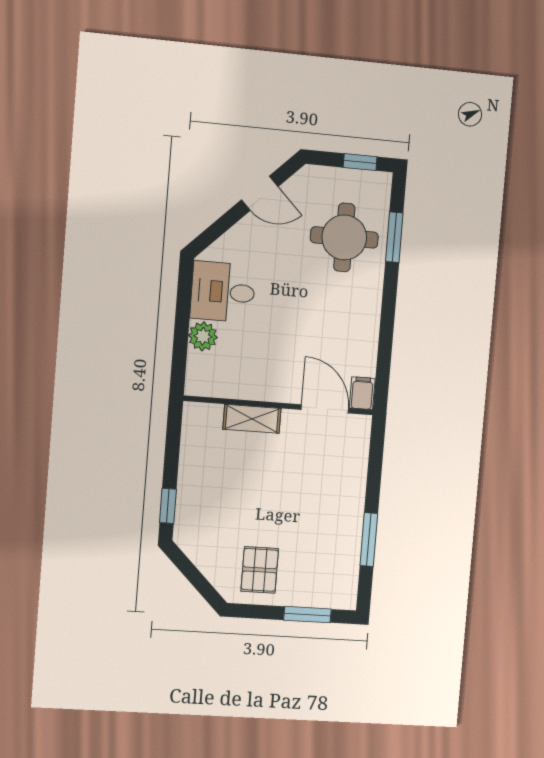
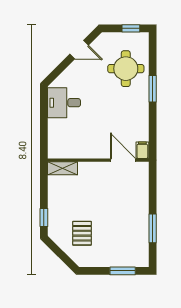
window: (394, 237) -> (153, 89), moved
plant: (203, 336) -> (55, 127), removed
shelving: (252, 419) -> (62, 168), moved
pallet: (260, 570) -> (82, 233), moved

